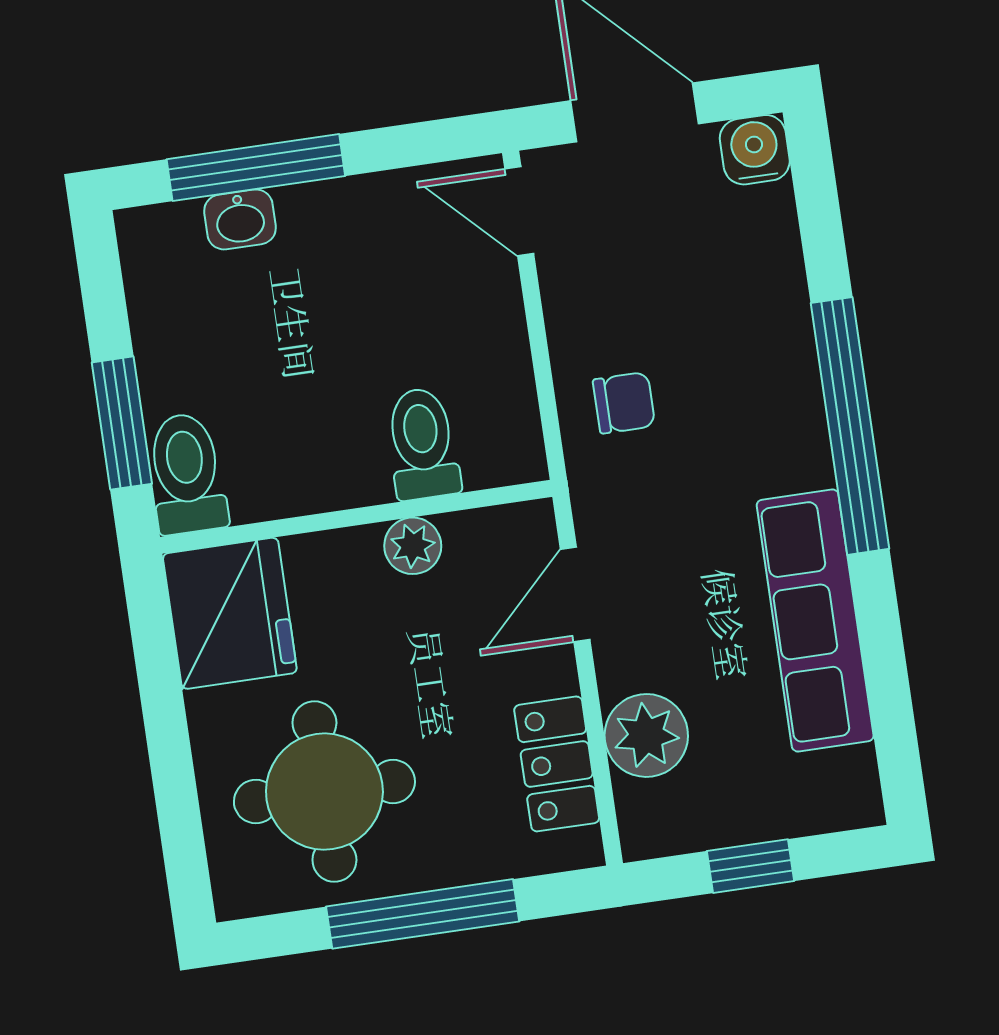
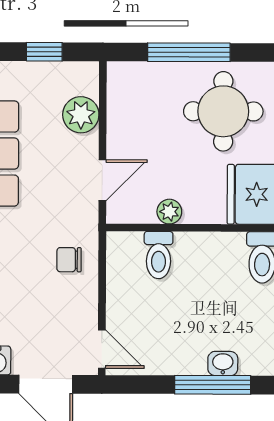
locker: (557, 764) -> (121, 108), removed

